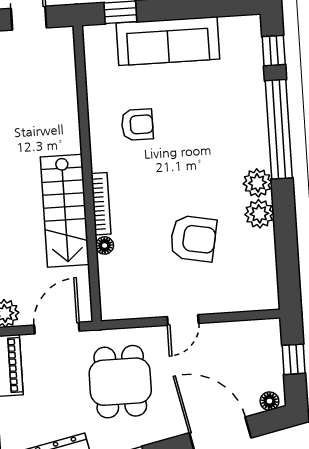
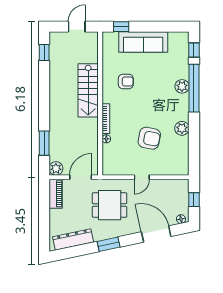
plant: (257, 183) -> (182, 86), moved
stairs: (65, 211) -> (88, 90), moved
dining table: (120, 382) -> (110, 205), turned 90

